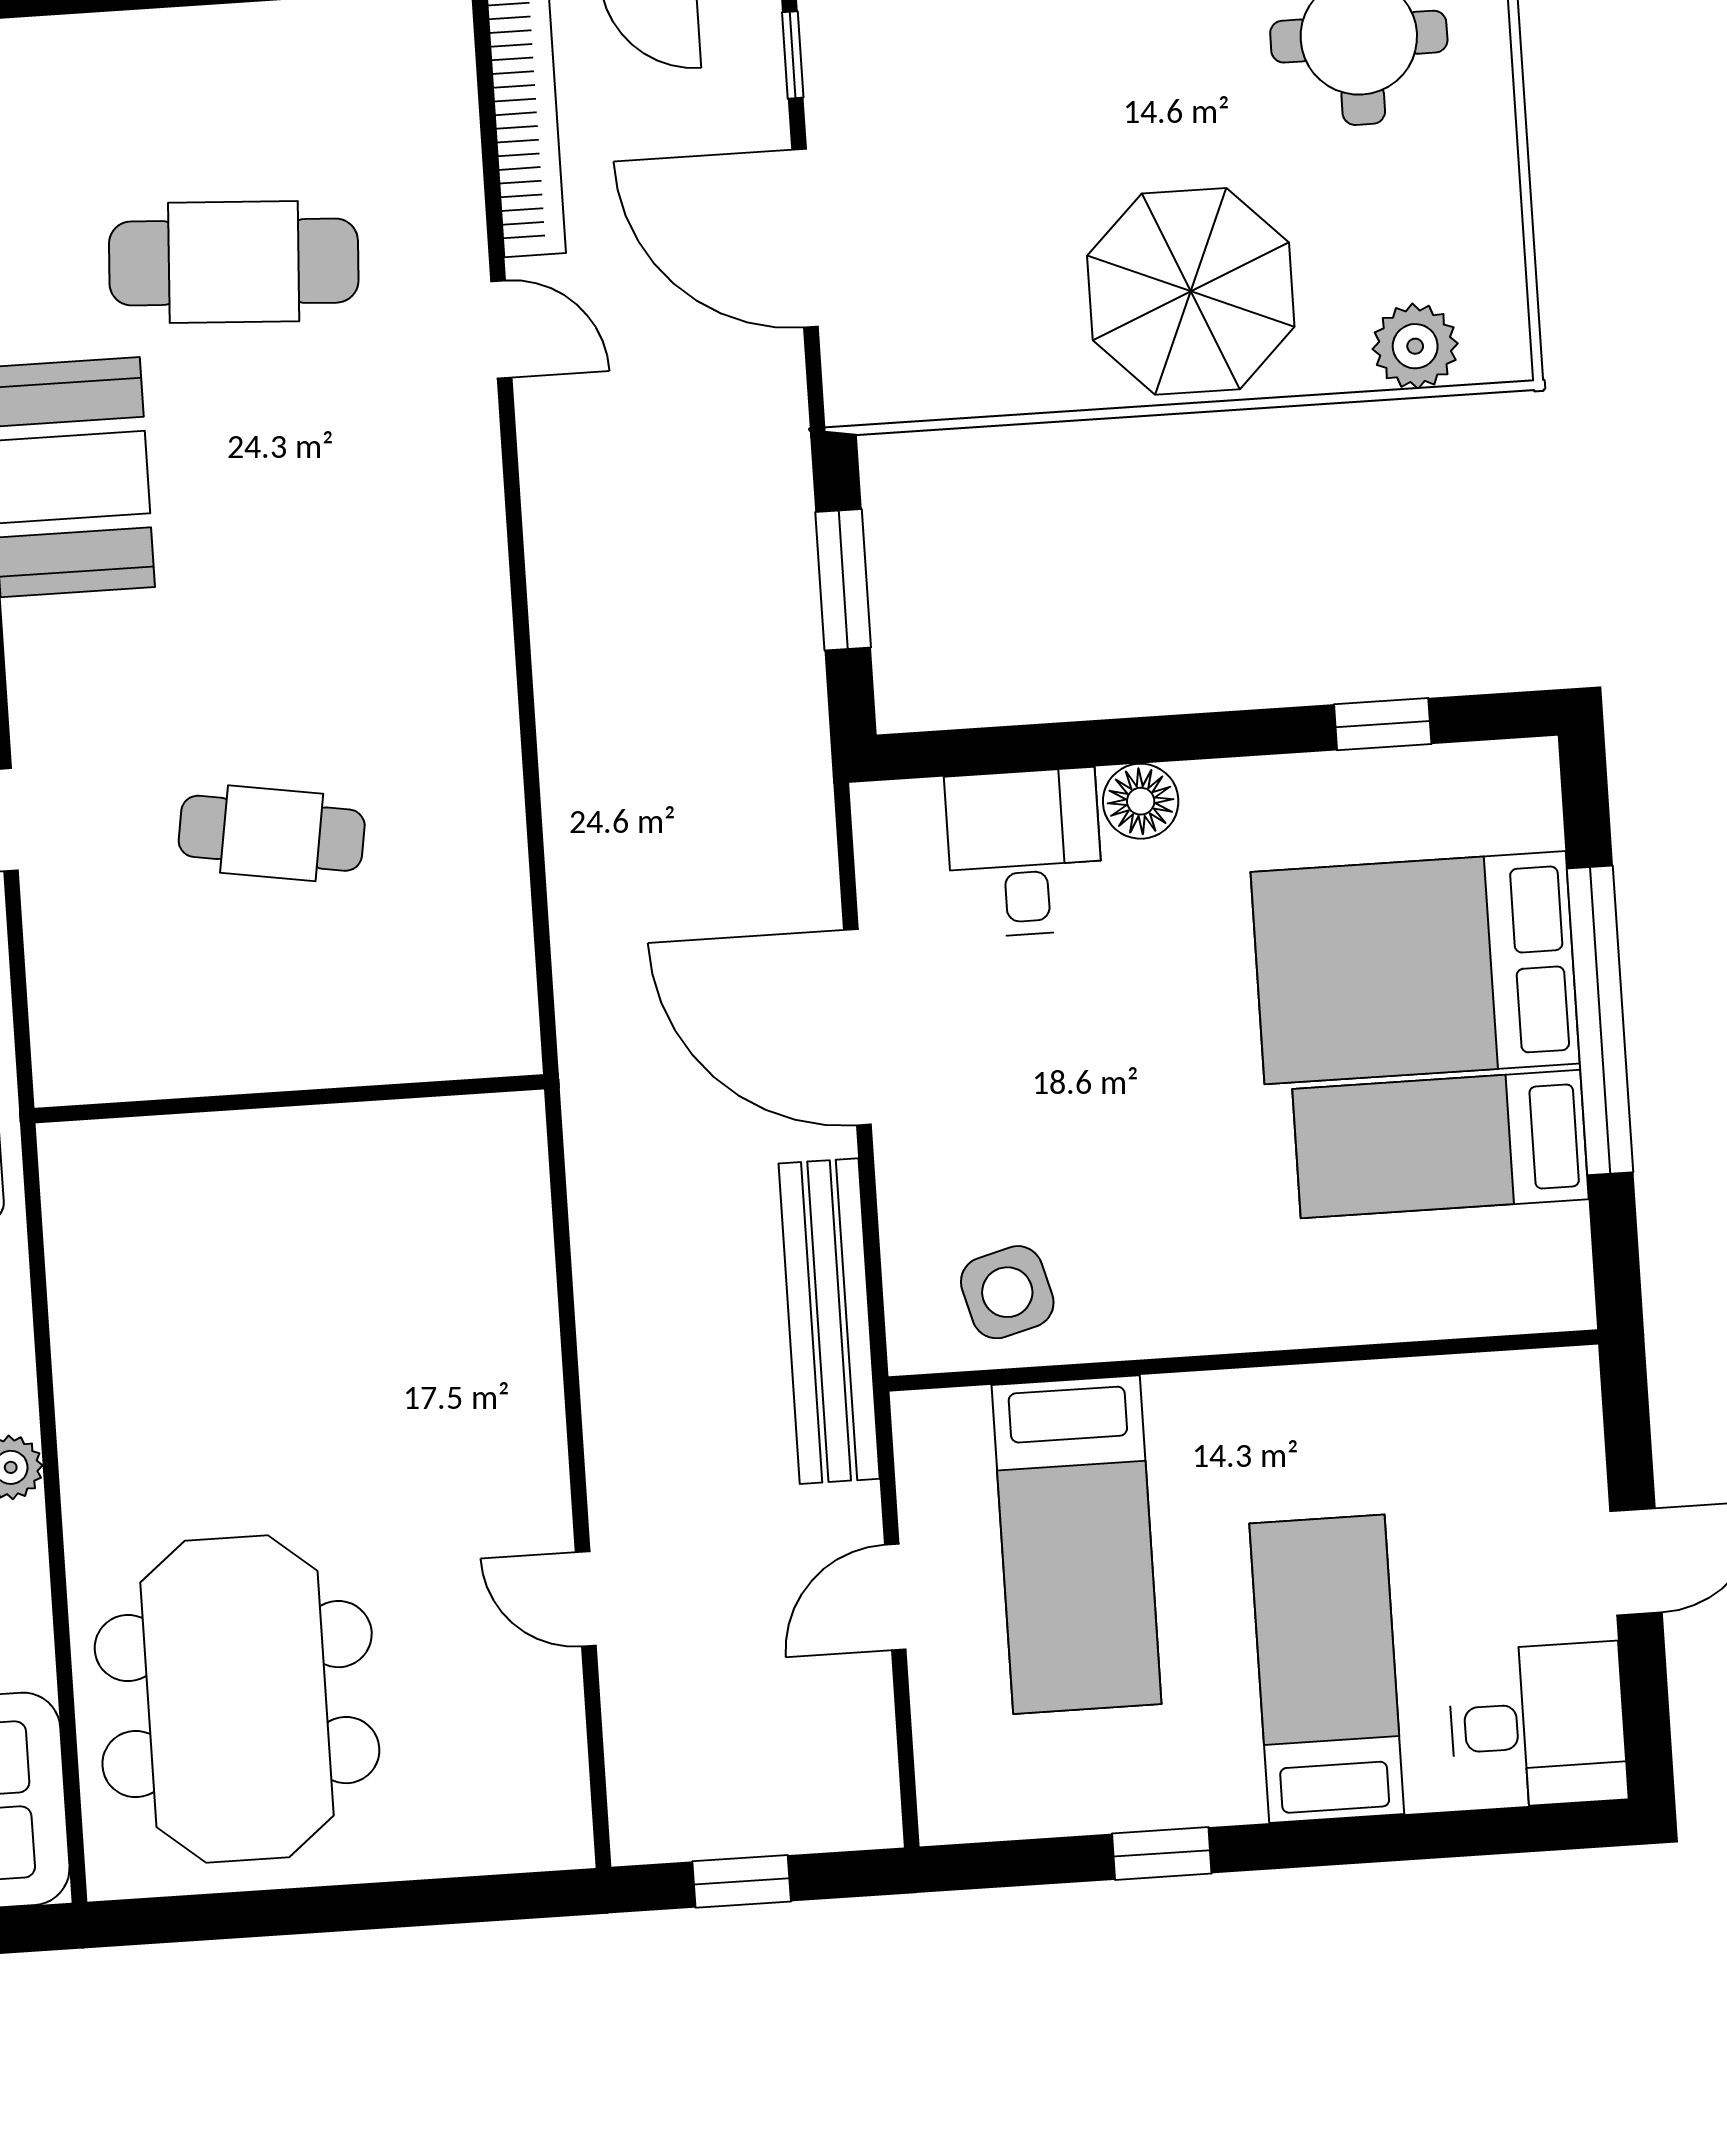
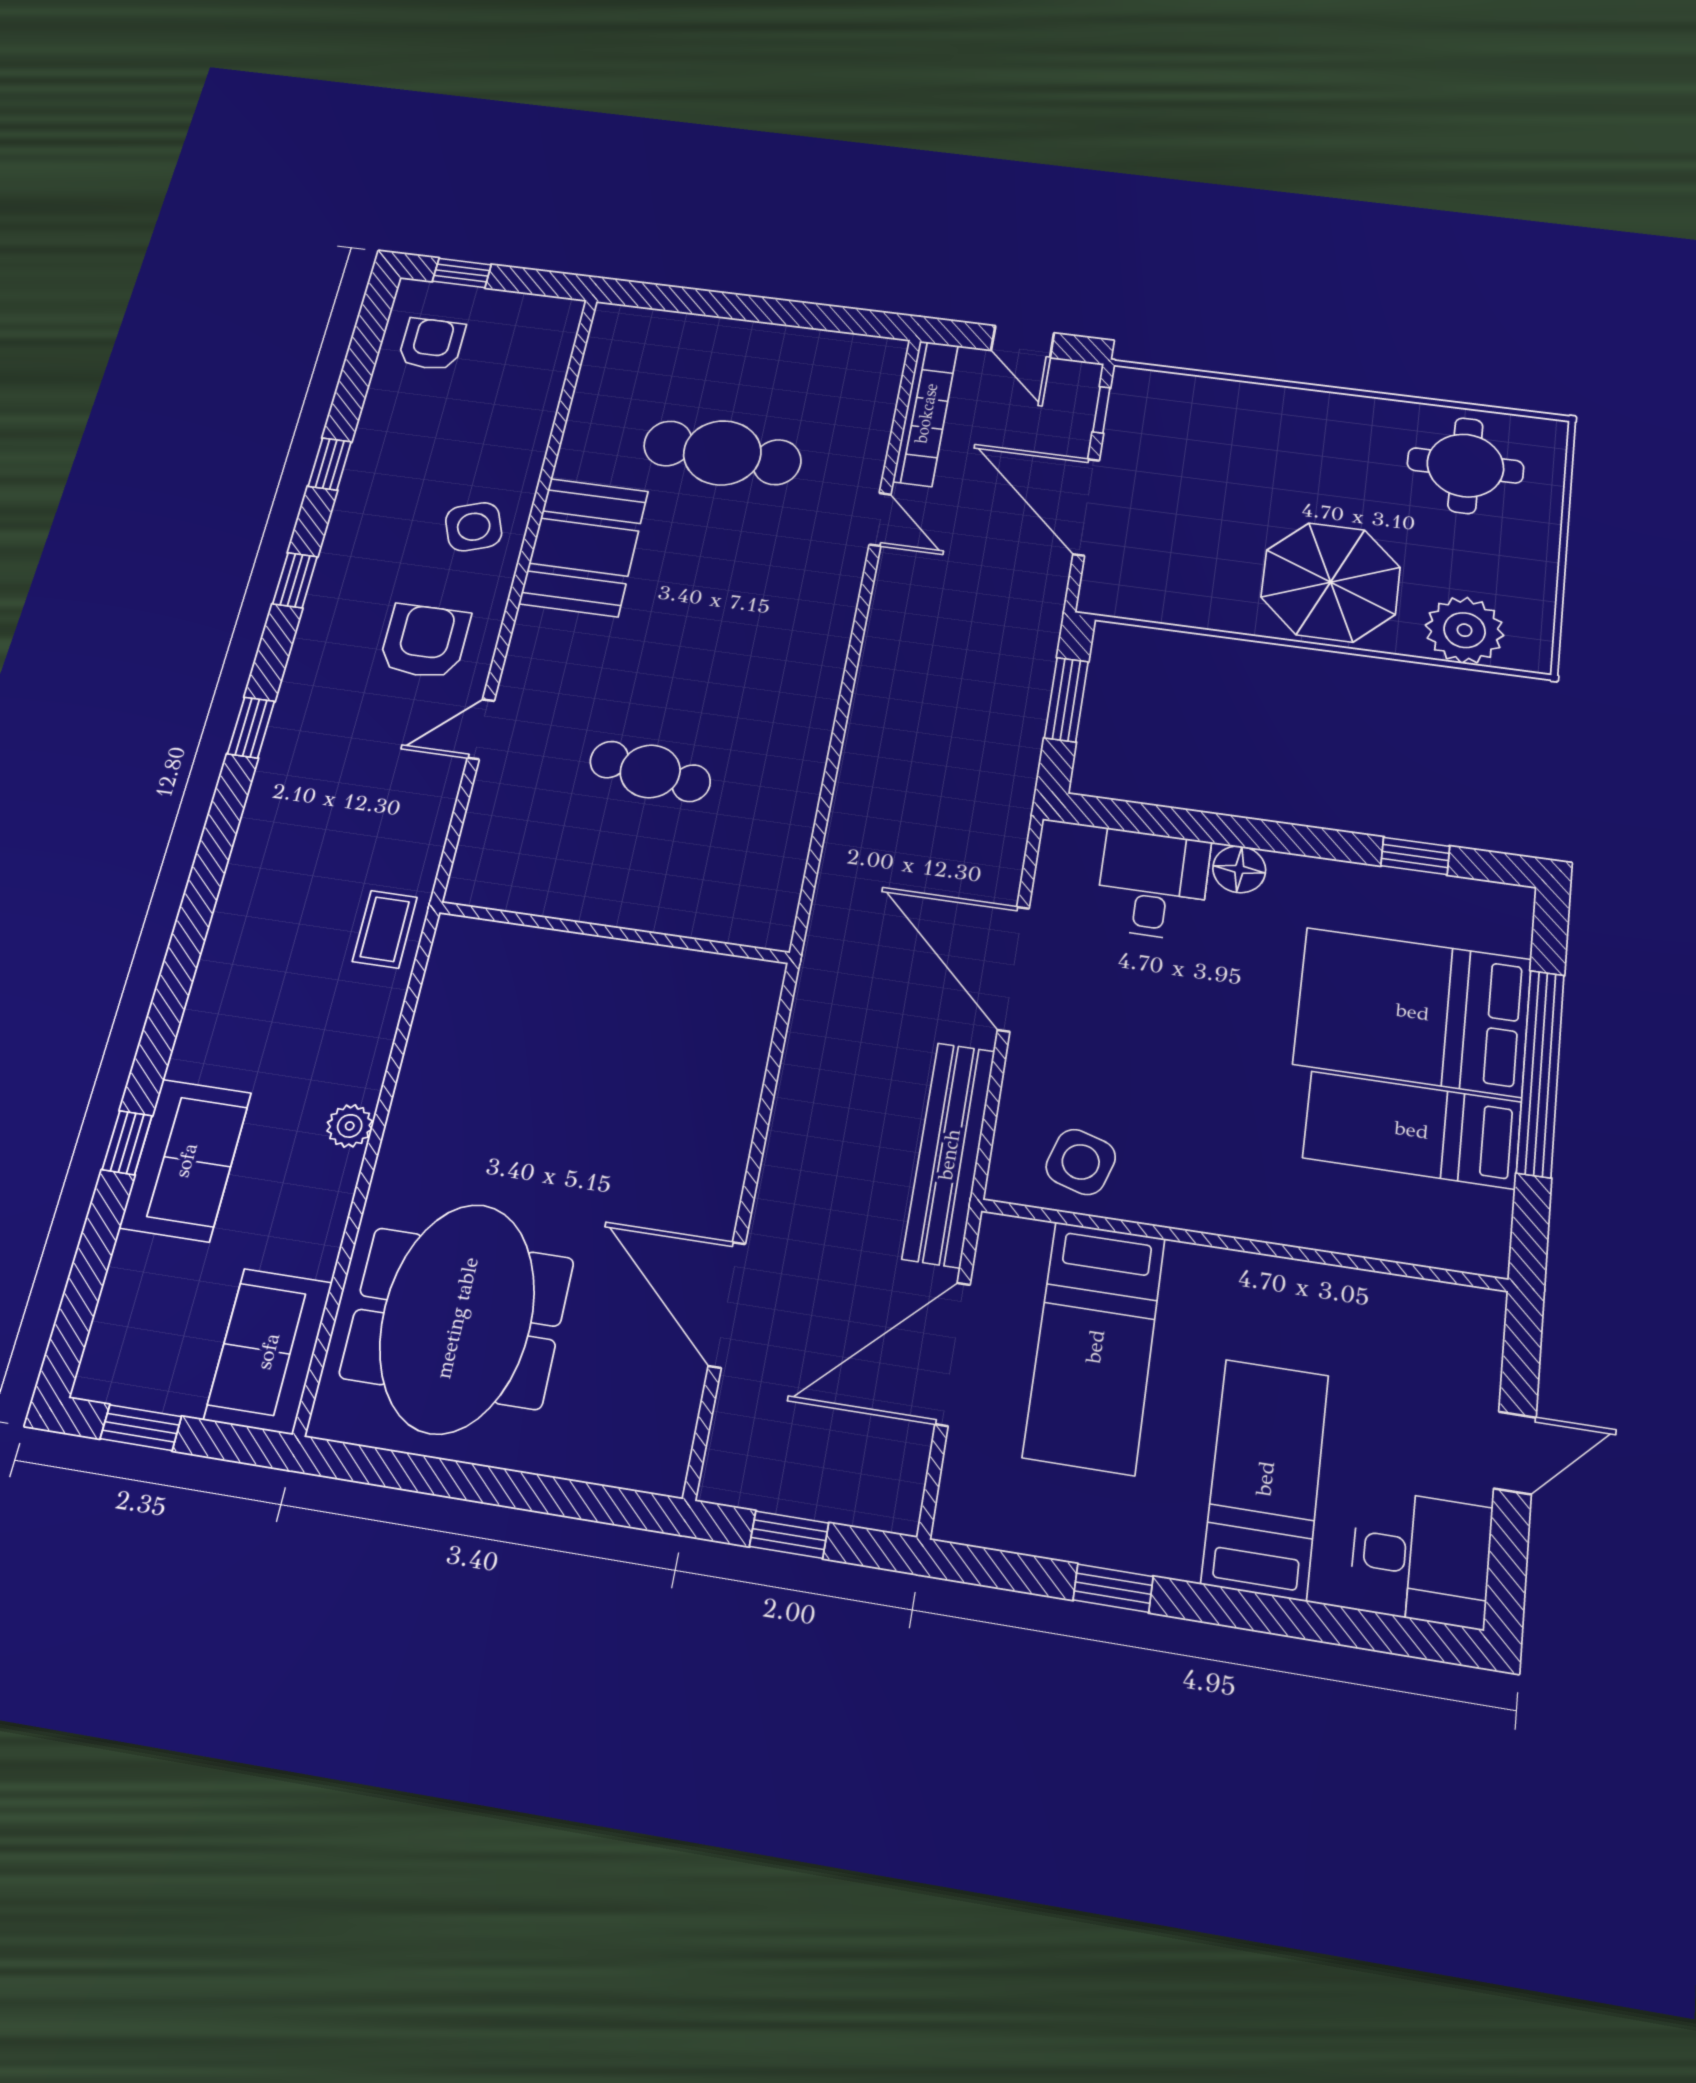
plant: (1415, 346) -> (1465, 630), width x1.36, depth x1.36
side table: (1007, 1292) -> (1081, 1162), turned 32
door: (895, 1597) -> (953, 1354), width x1.87
door: (586, 1599) -> (727, 1304), width x1.87

